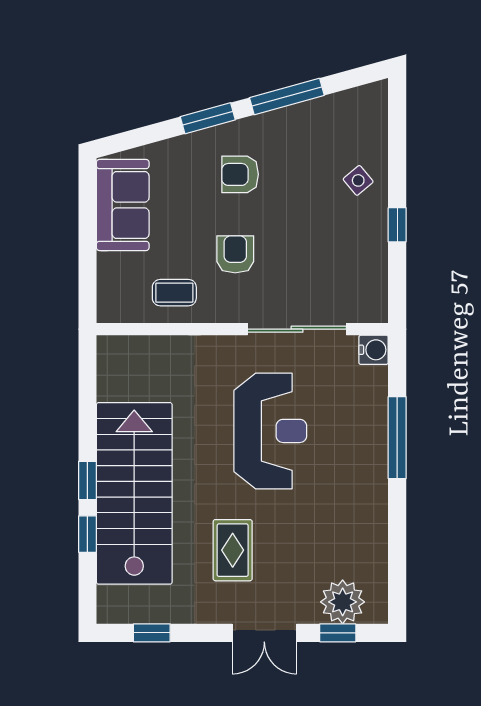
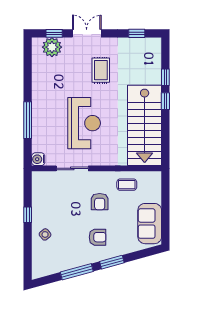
sliding door: (297, 329) -> (72, 168), width x0.73
reception desk: (270, 431) -> (84, 123), turned 180
stairs: (134, 493) -> (145, 125), moved

